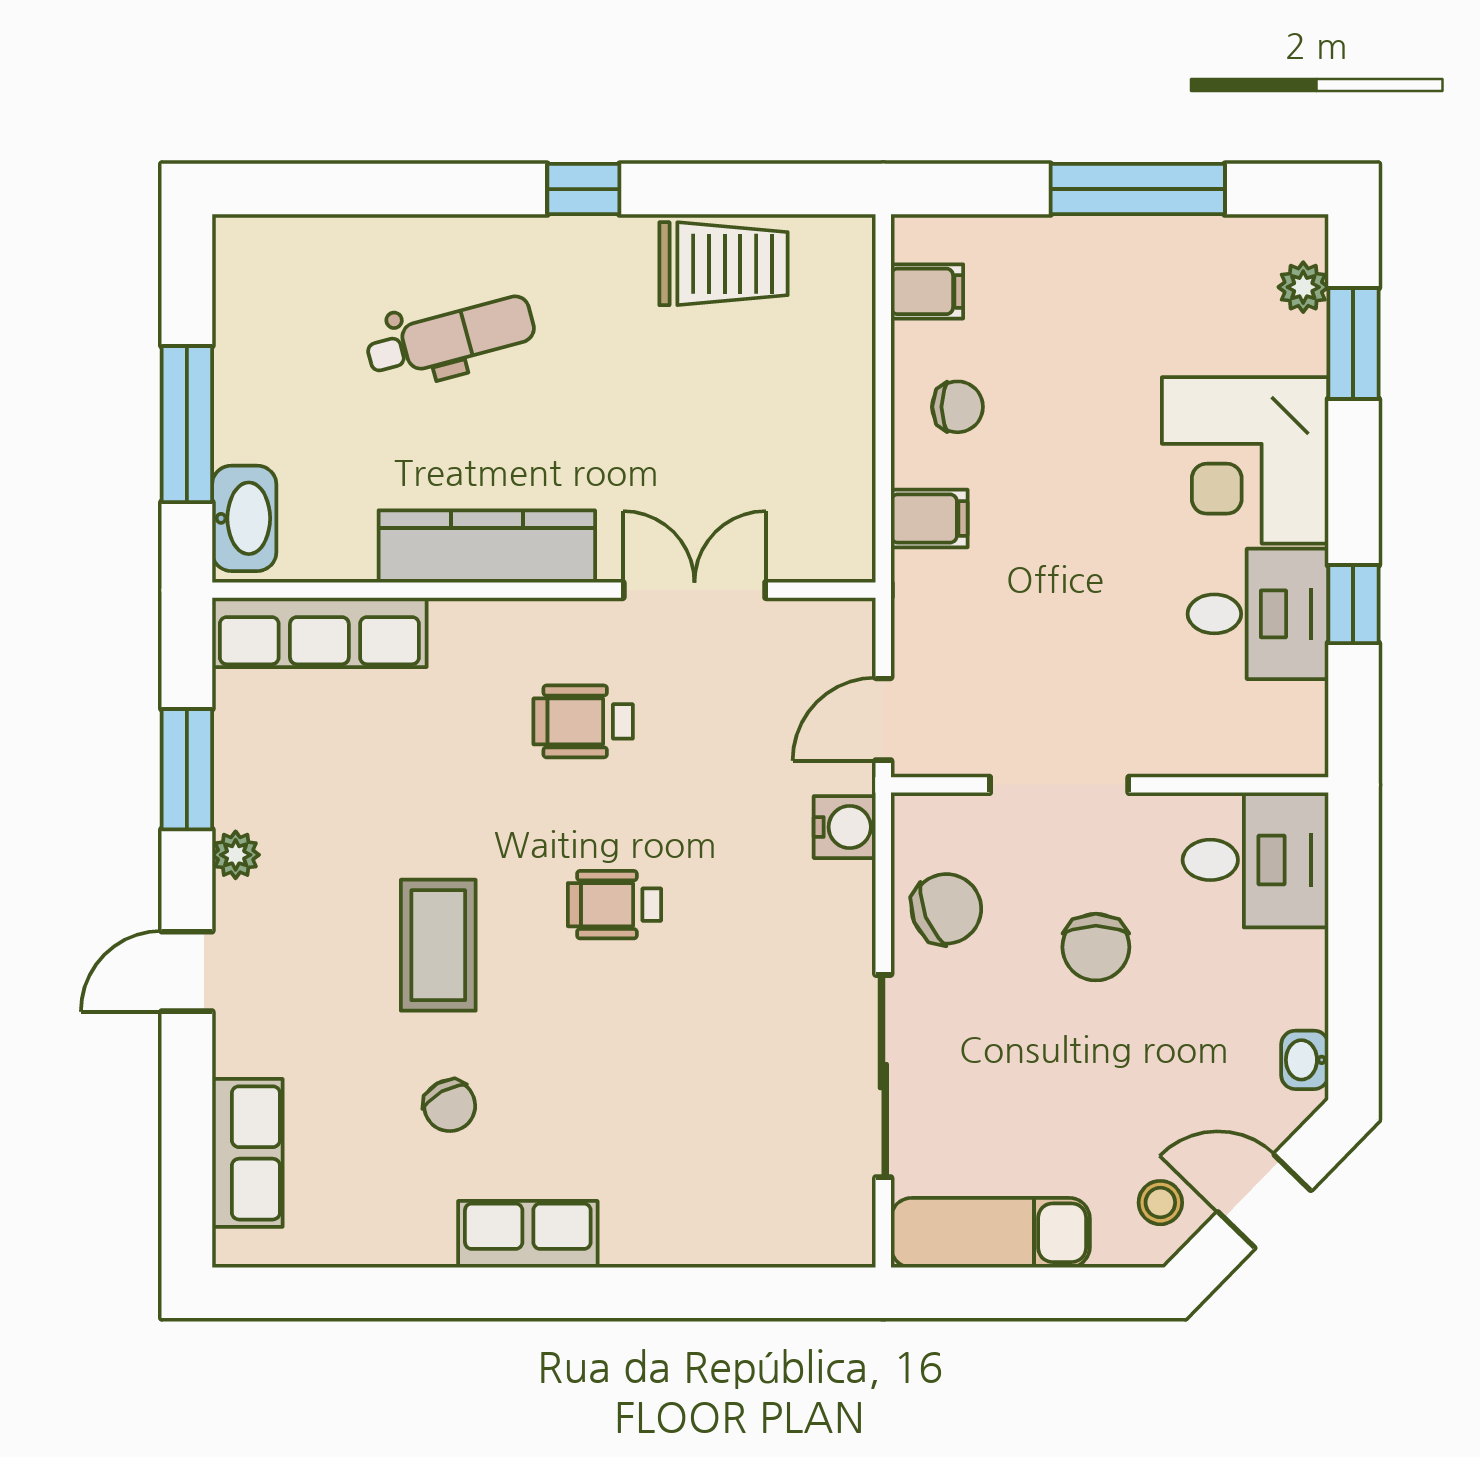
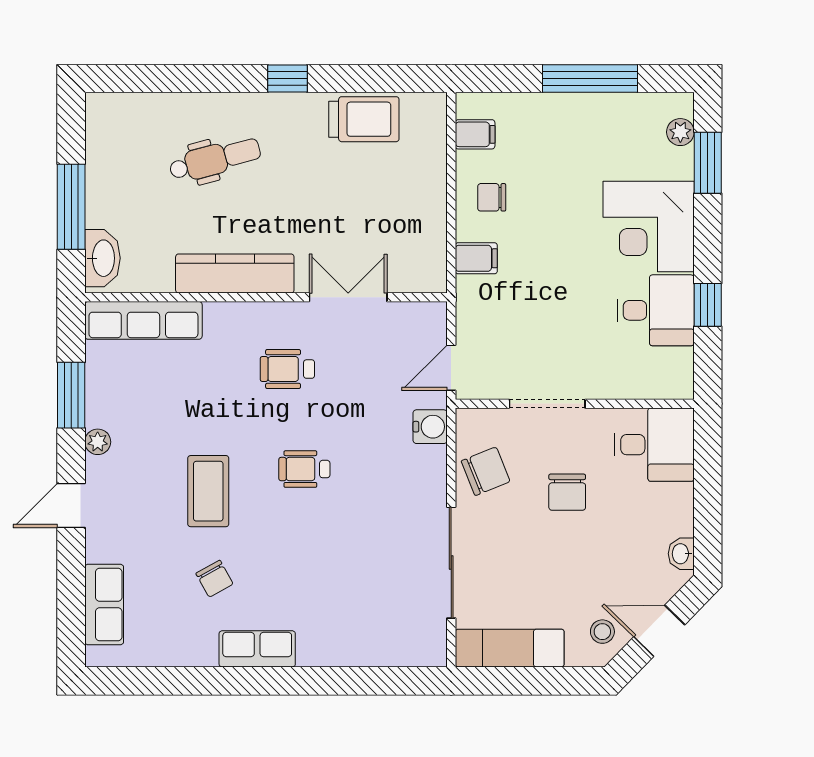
chair: (958, 407) -> (492, 197), turned 180

